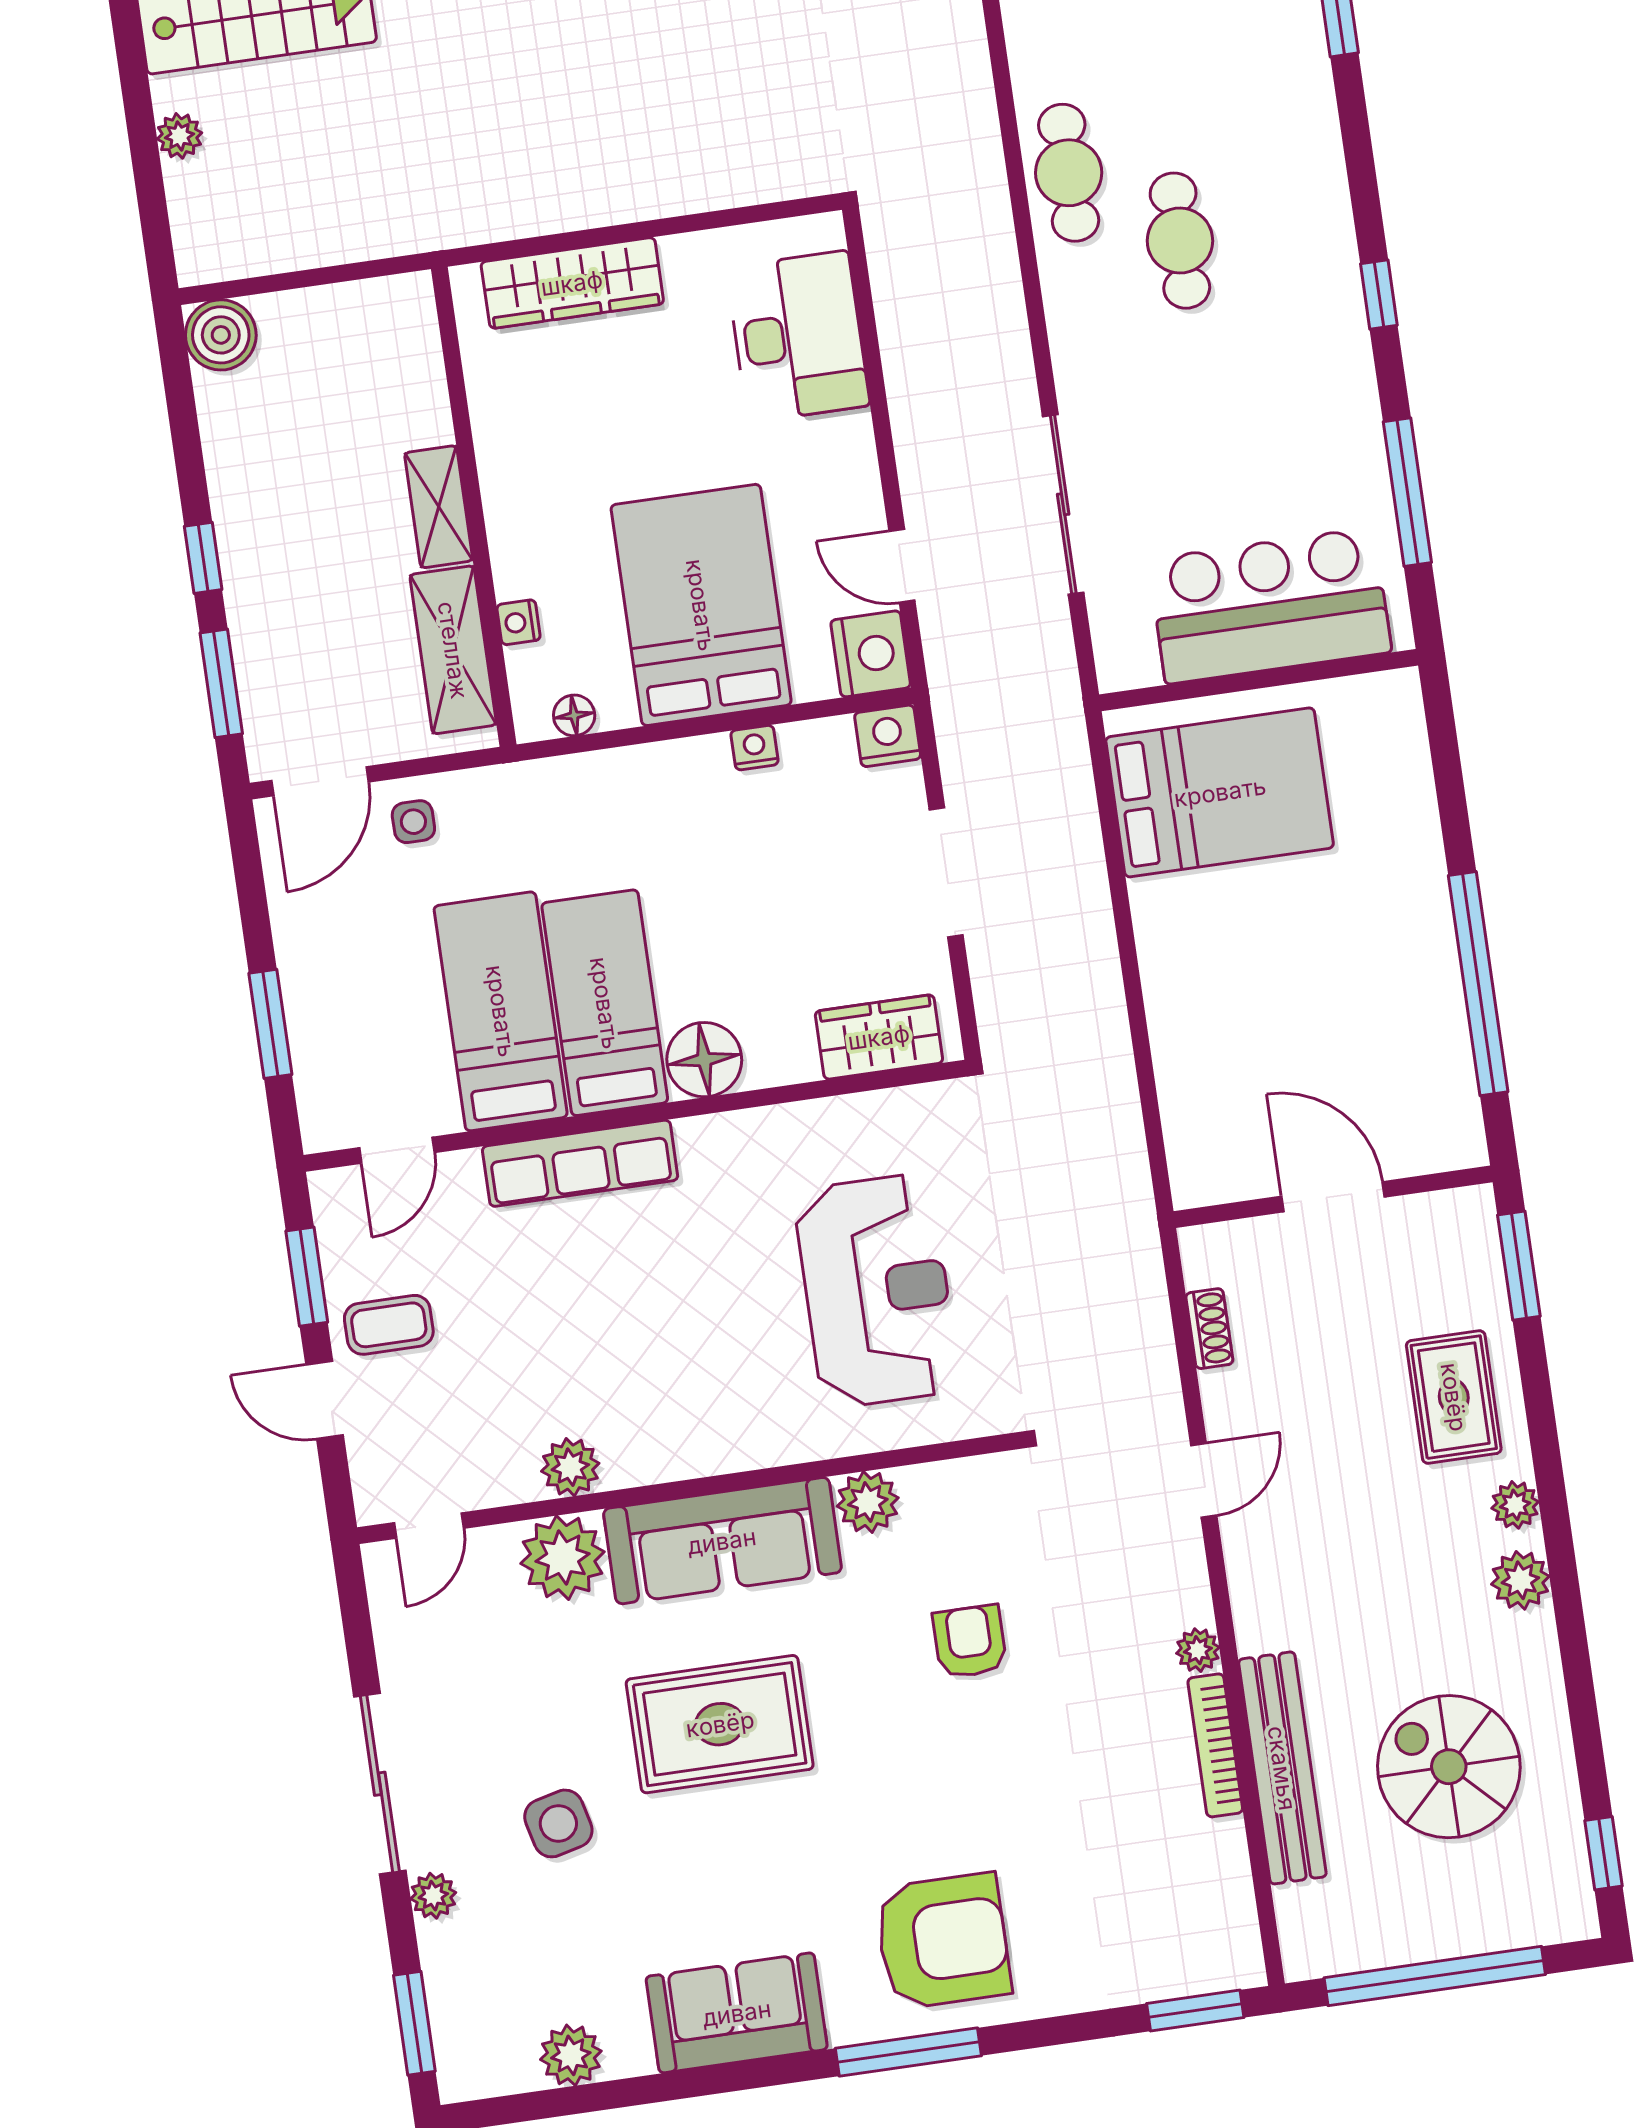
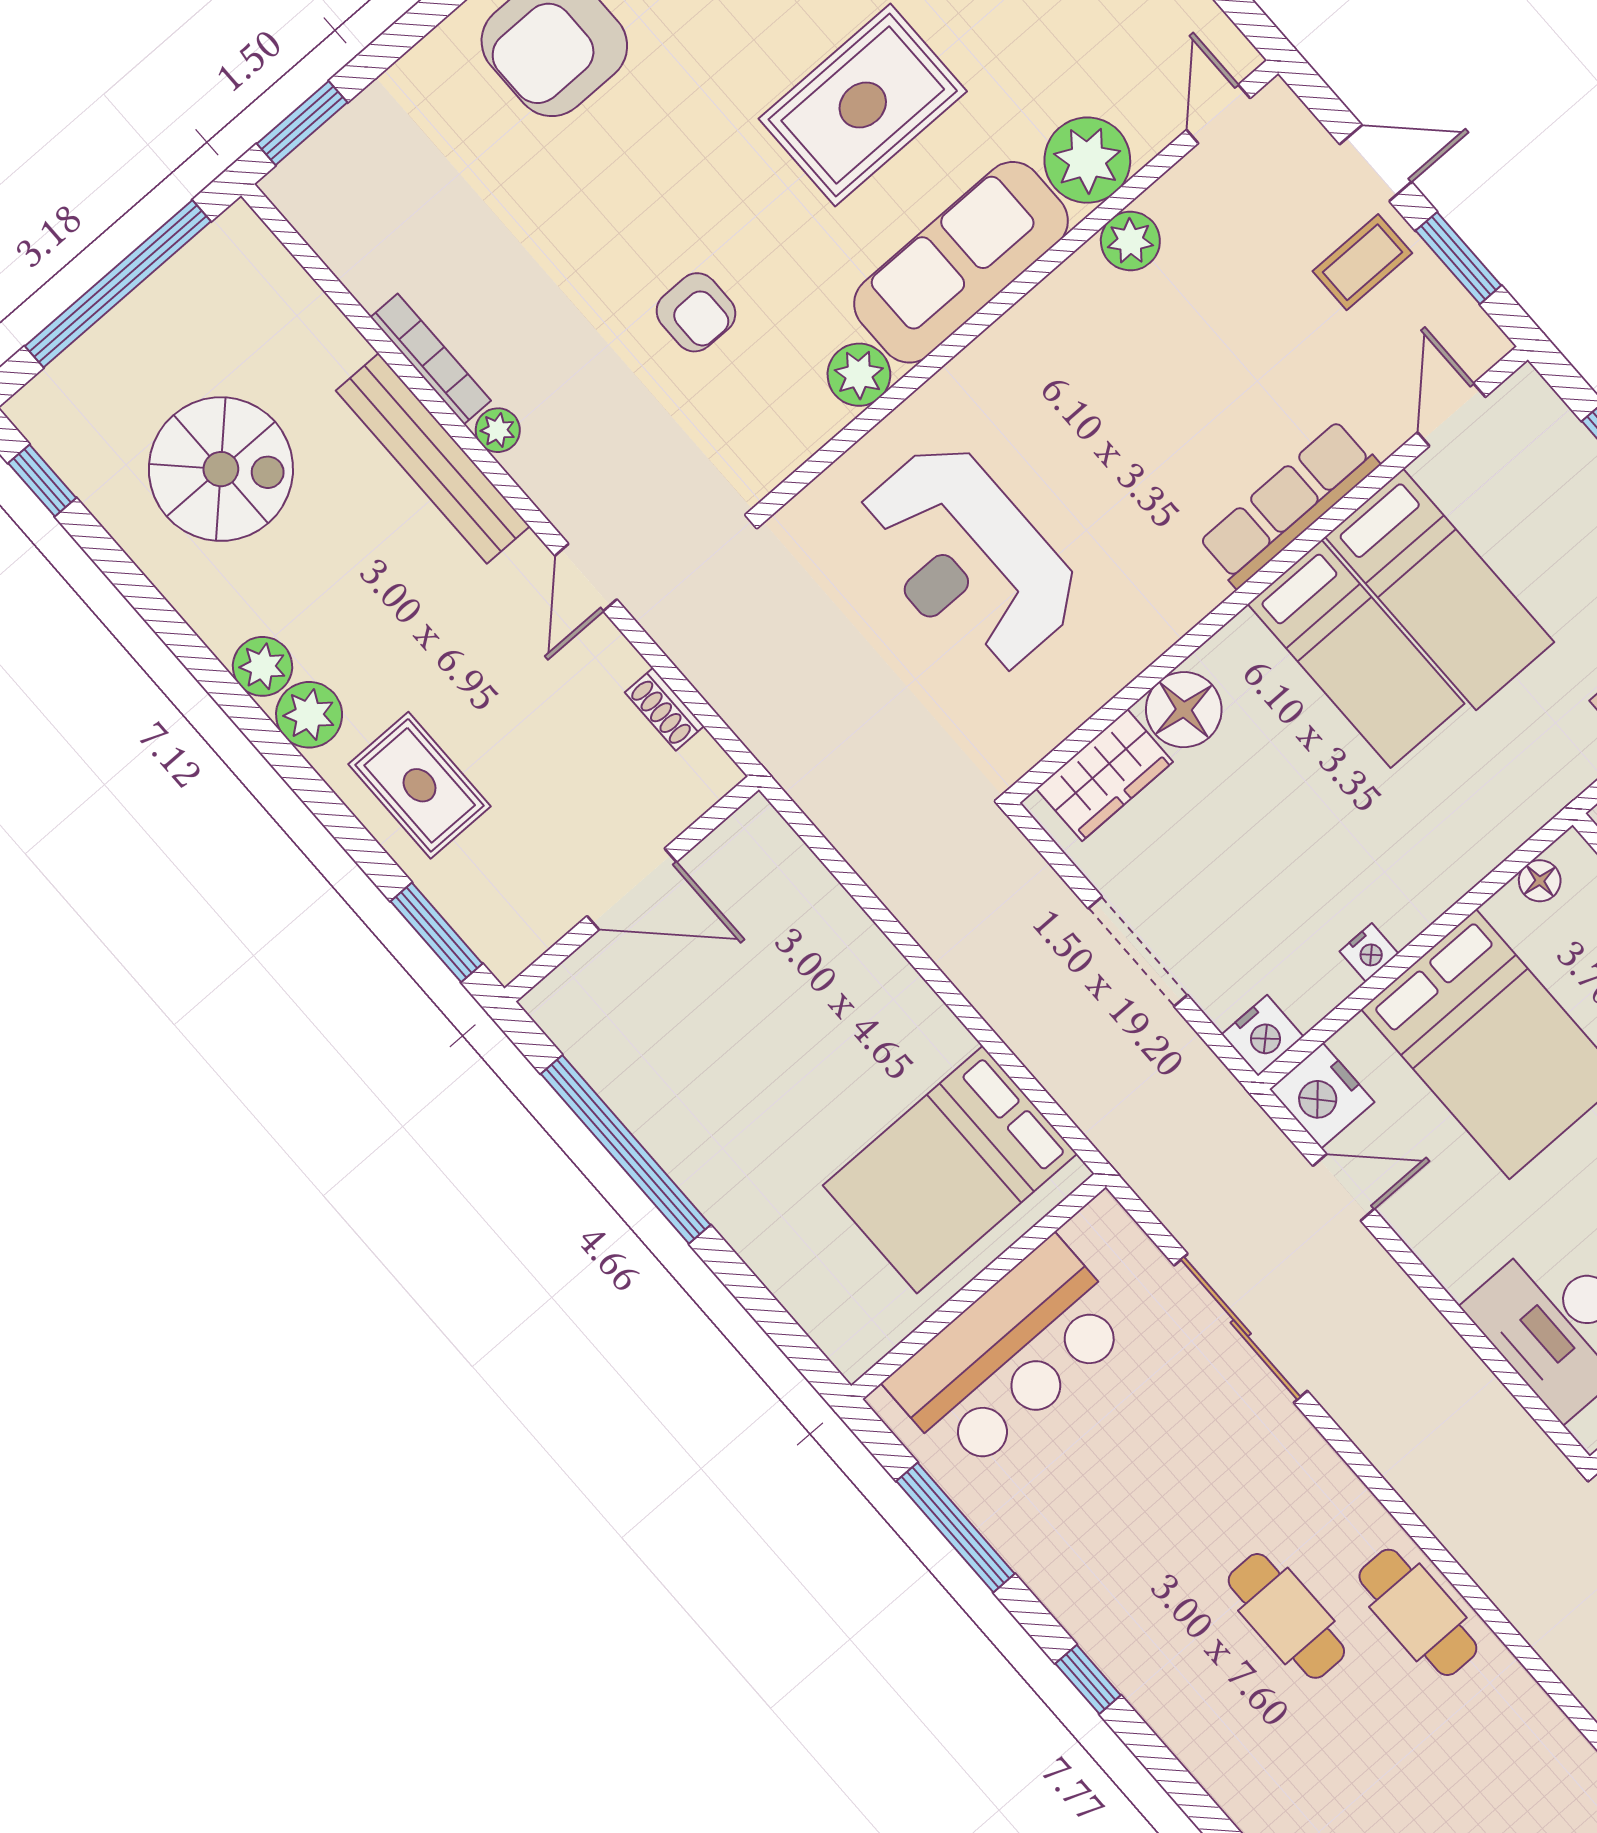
floor lamp: (704, 1060) -> (1184, 710), moved
plant: (1515, 1505) -> (309, 715), width x1.38, depth x1.38
bench: (1282, 1768) -> (433, 458), moved

